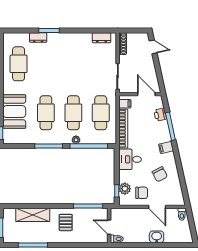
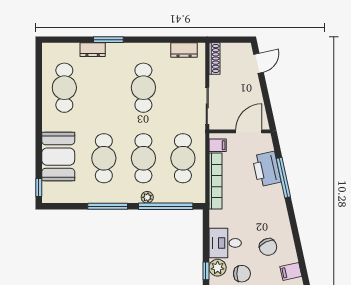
door: (153, 47) -> (258, 63), hinge flipped
cafe table: (73, 64) -> (143, 88), added
door: (146, 94) -> (249, 131), hinge flipped
printer: (160, 115) -> (267, 169), width x1.87, depth x1.48
filing cabinet: (166, 148) -> (291, 271), moved
desk: (130, 159) -> (225, 243), moved

